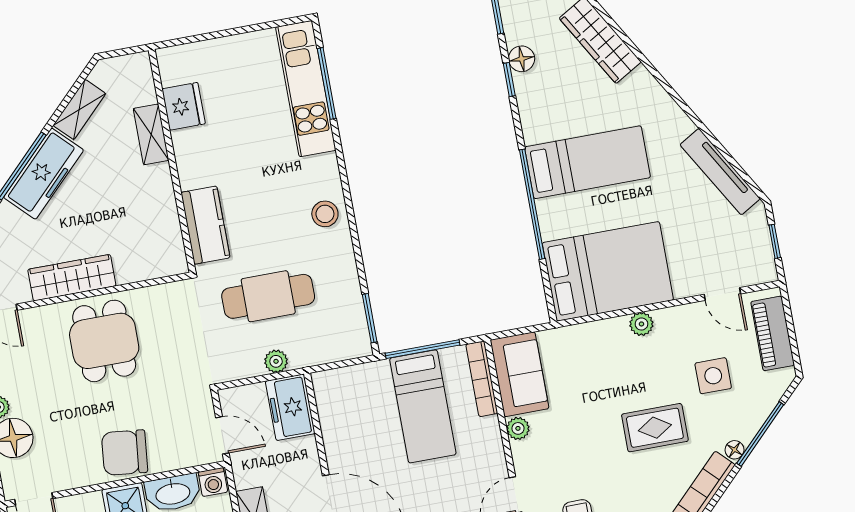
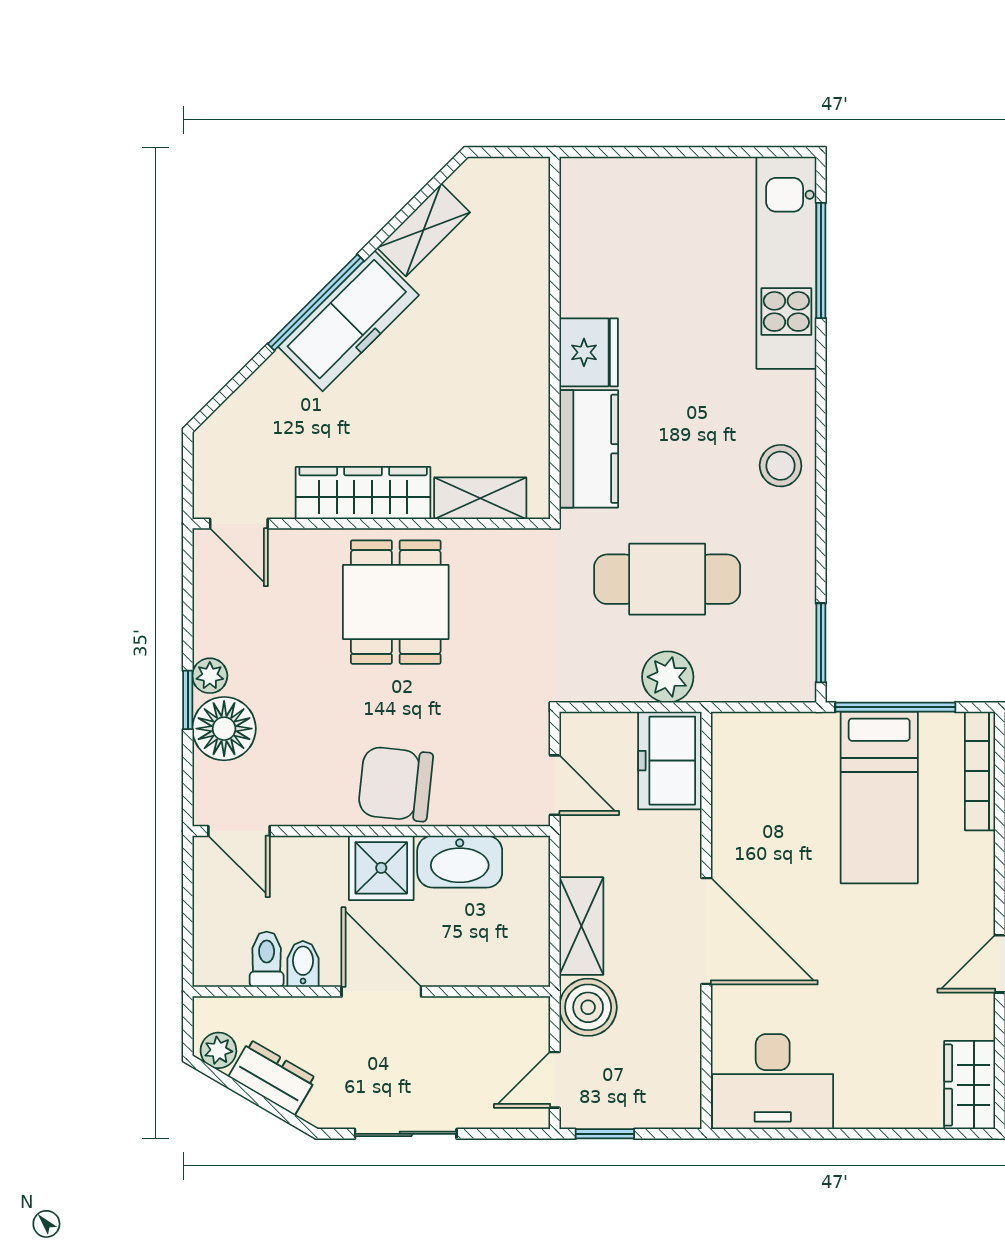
fridge: (183, 106) -> (589, 352), moved
shelving: (151, 134) -> (480, 498), moved, turned 90
plant: (276, 361) -> (668, 677), width x1.38, depth x1.38
washing machine: (213, 482) -> (526, 856), removed

